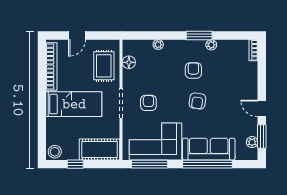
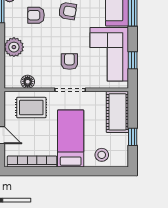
plant: (158, 45) -> (14, 47), width x1.87, depth x1.87
armchair: (148, 103) -> (69, 61), turned 90
stool: (55, 152) -> (102, 155), moved
window: (150, 164) -> (133, 60), width x0.46

